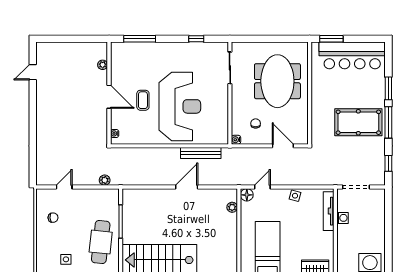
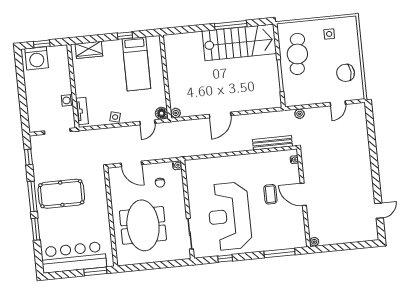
plant: (103, 65) -> (314, 242), moved
reception desk: (180, 106) -> (229, 216), moved
bench: (201, 153) -> (272, 143), moved
plant: (232, 207) -> (176, 113), moved
tv unit: (329, 211) -> (82, 111), width x0.71
chair: (53, 218) -> (346, 73), width x1.87, depth x1.87

